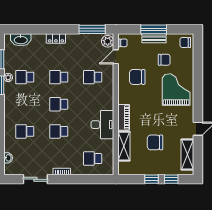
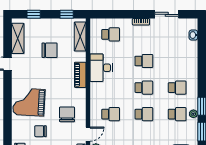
chair: (137, 77) -> (67, 114), turned -90
grand piano: (176, 90) -> (29, 102), turned 93
school desk: (25, 131) -> (177, 88), moved
shelving: (124, 146) -> (80, 37), moved
window: (151, 179) -> (67, 14), moved

